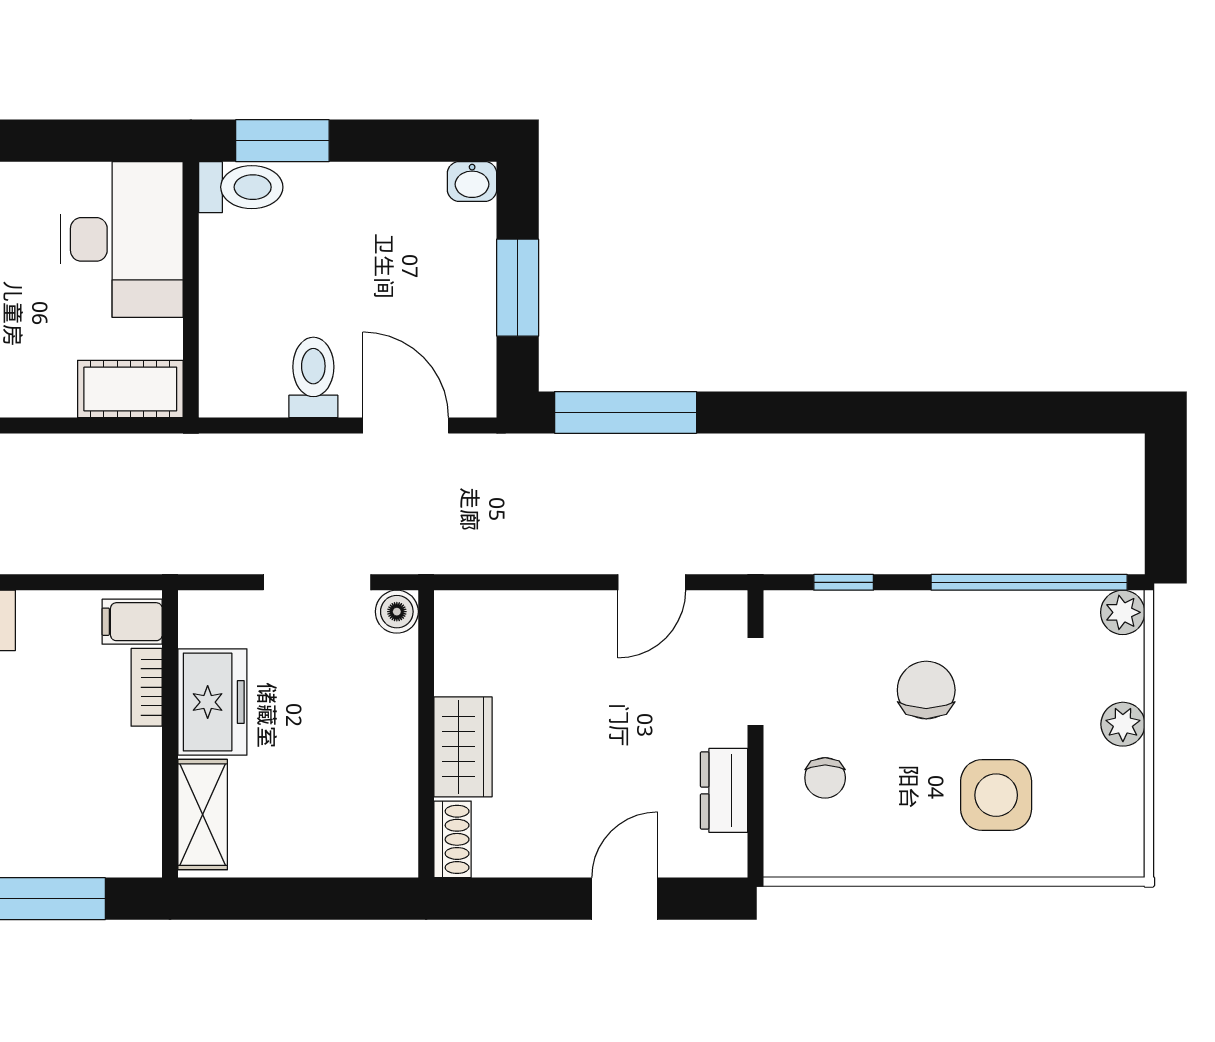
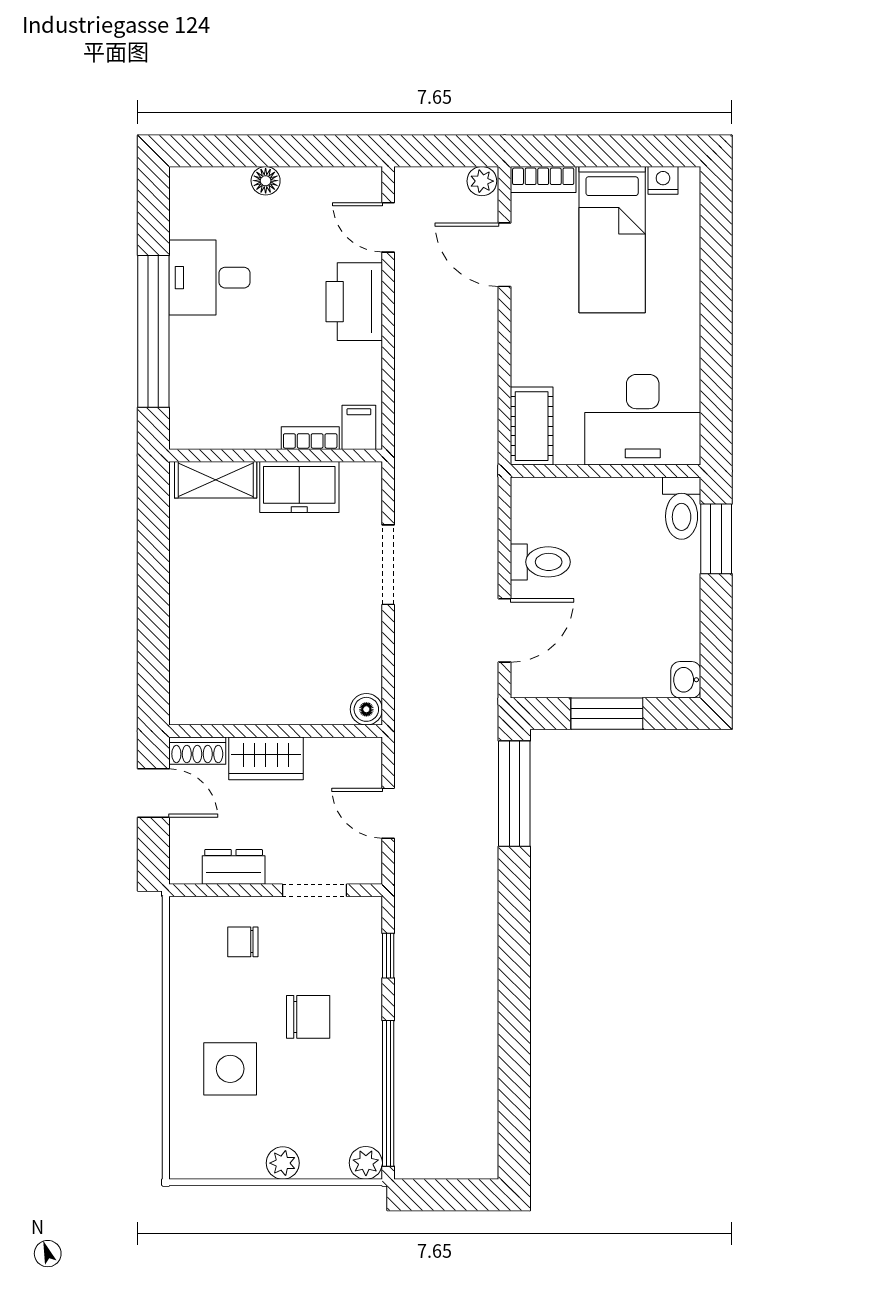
boiler: (397, 612) -> (366, 709), moved
wall: (426, 734) -> (276, 731), moved
wardrobe: (463, 747) -> (266, 758), moved
shoe rack: (453, 839) -> (197, 751), moved

